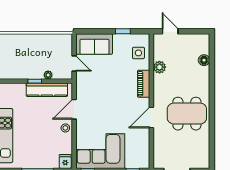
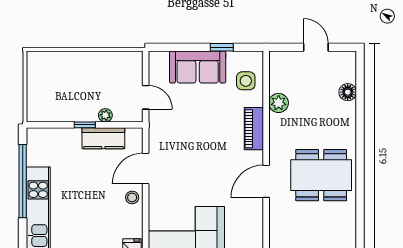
door: (170, 31) -> (316, 47), moved
sofa: (94, 44) -> (198, 67), moved
kitchen counter: (47, 90) -> (103, 138), width x0.67

